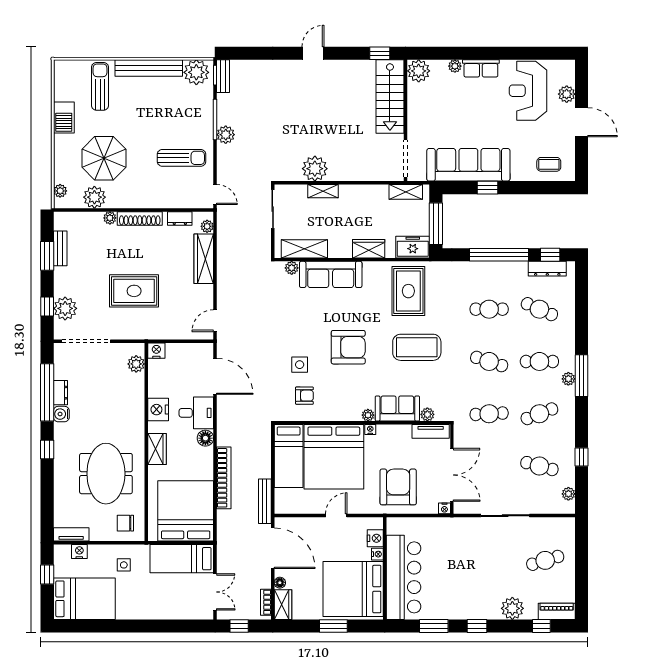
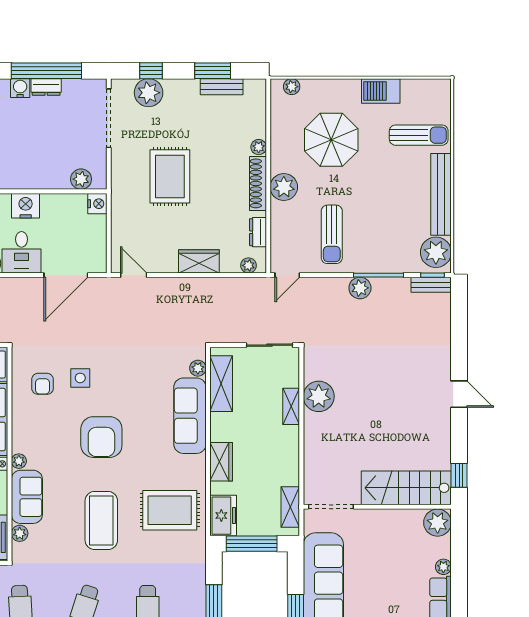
plant: (94, 197) -> (284, 187), moved
wardrobe: (204, 259) -> (199, 261), width x0.67

